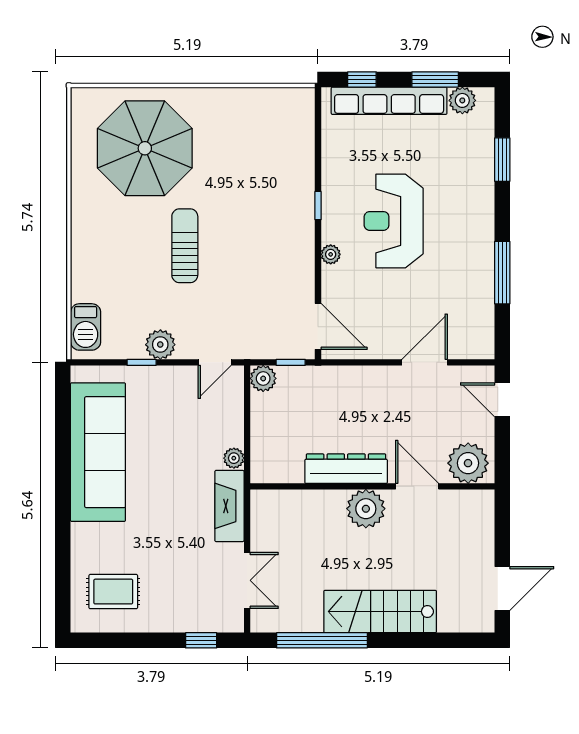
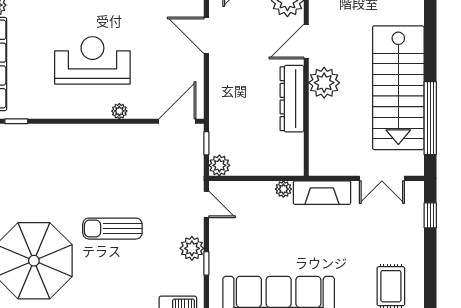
window: (318, 206) -> (16, 121), moved
reception desk: (394, 221) -> (92, 60), turned 180
double door: (247, 580) -> (382, 178), swing flipped
stairs: (380, 612) -> (398, 88), width x1.36, depth x1.51

